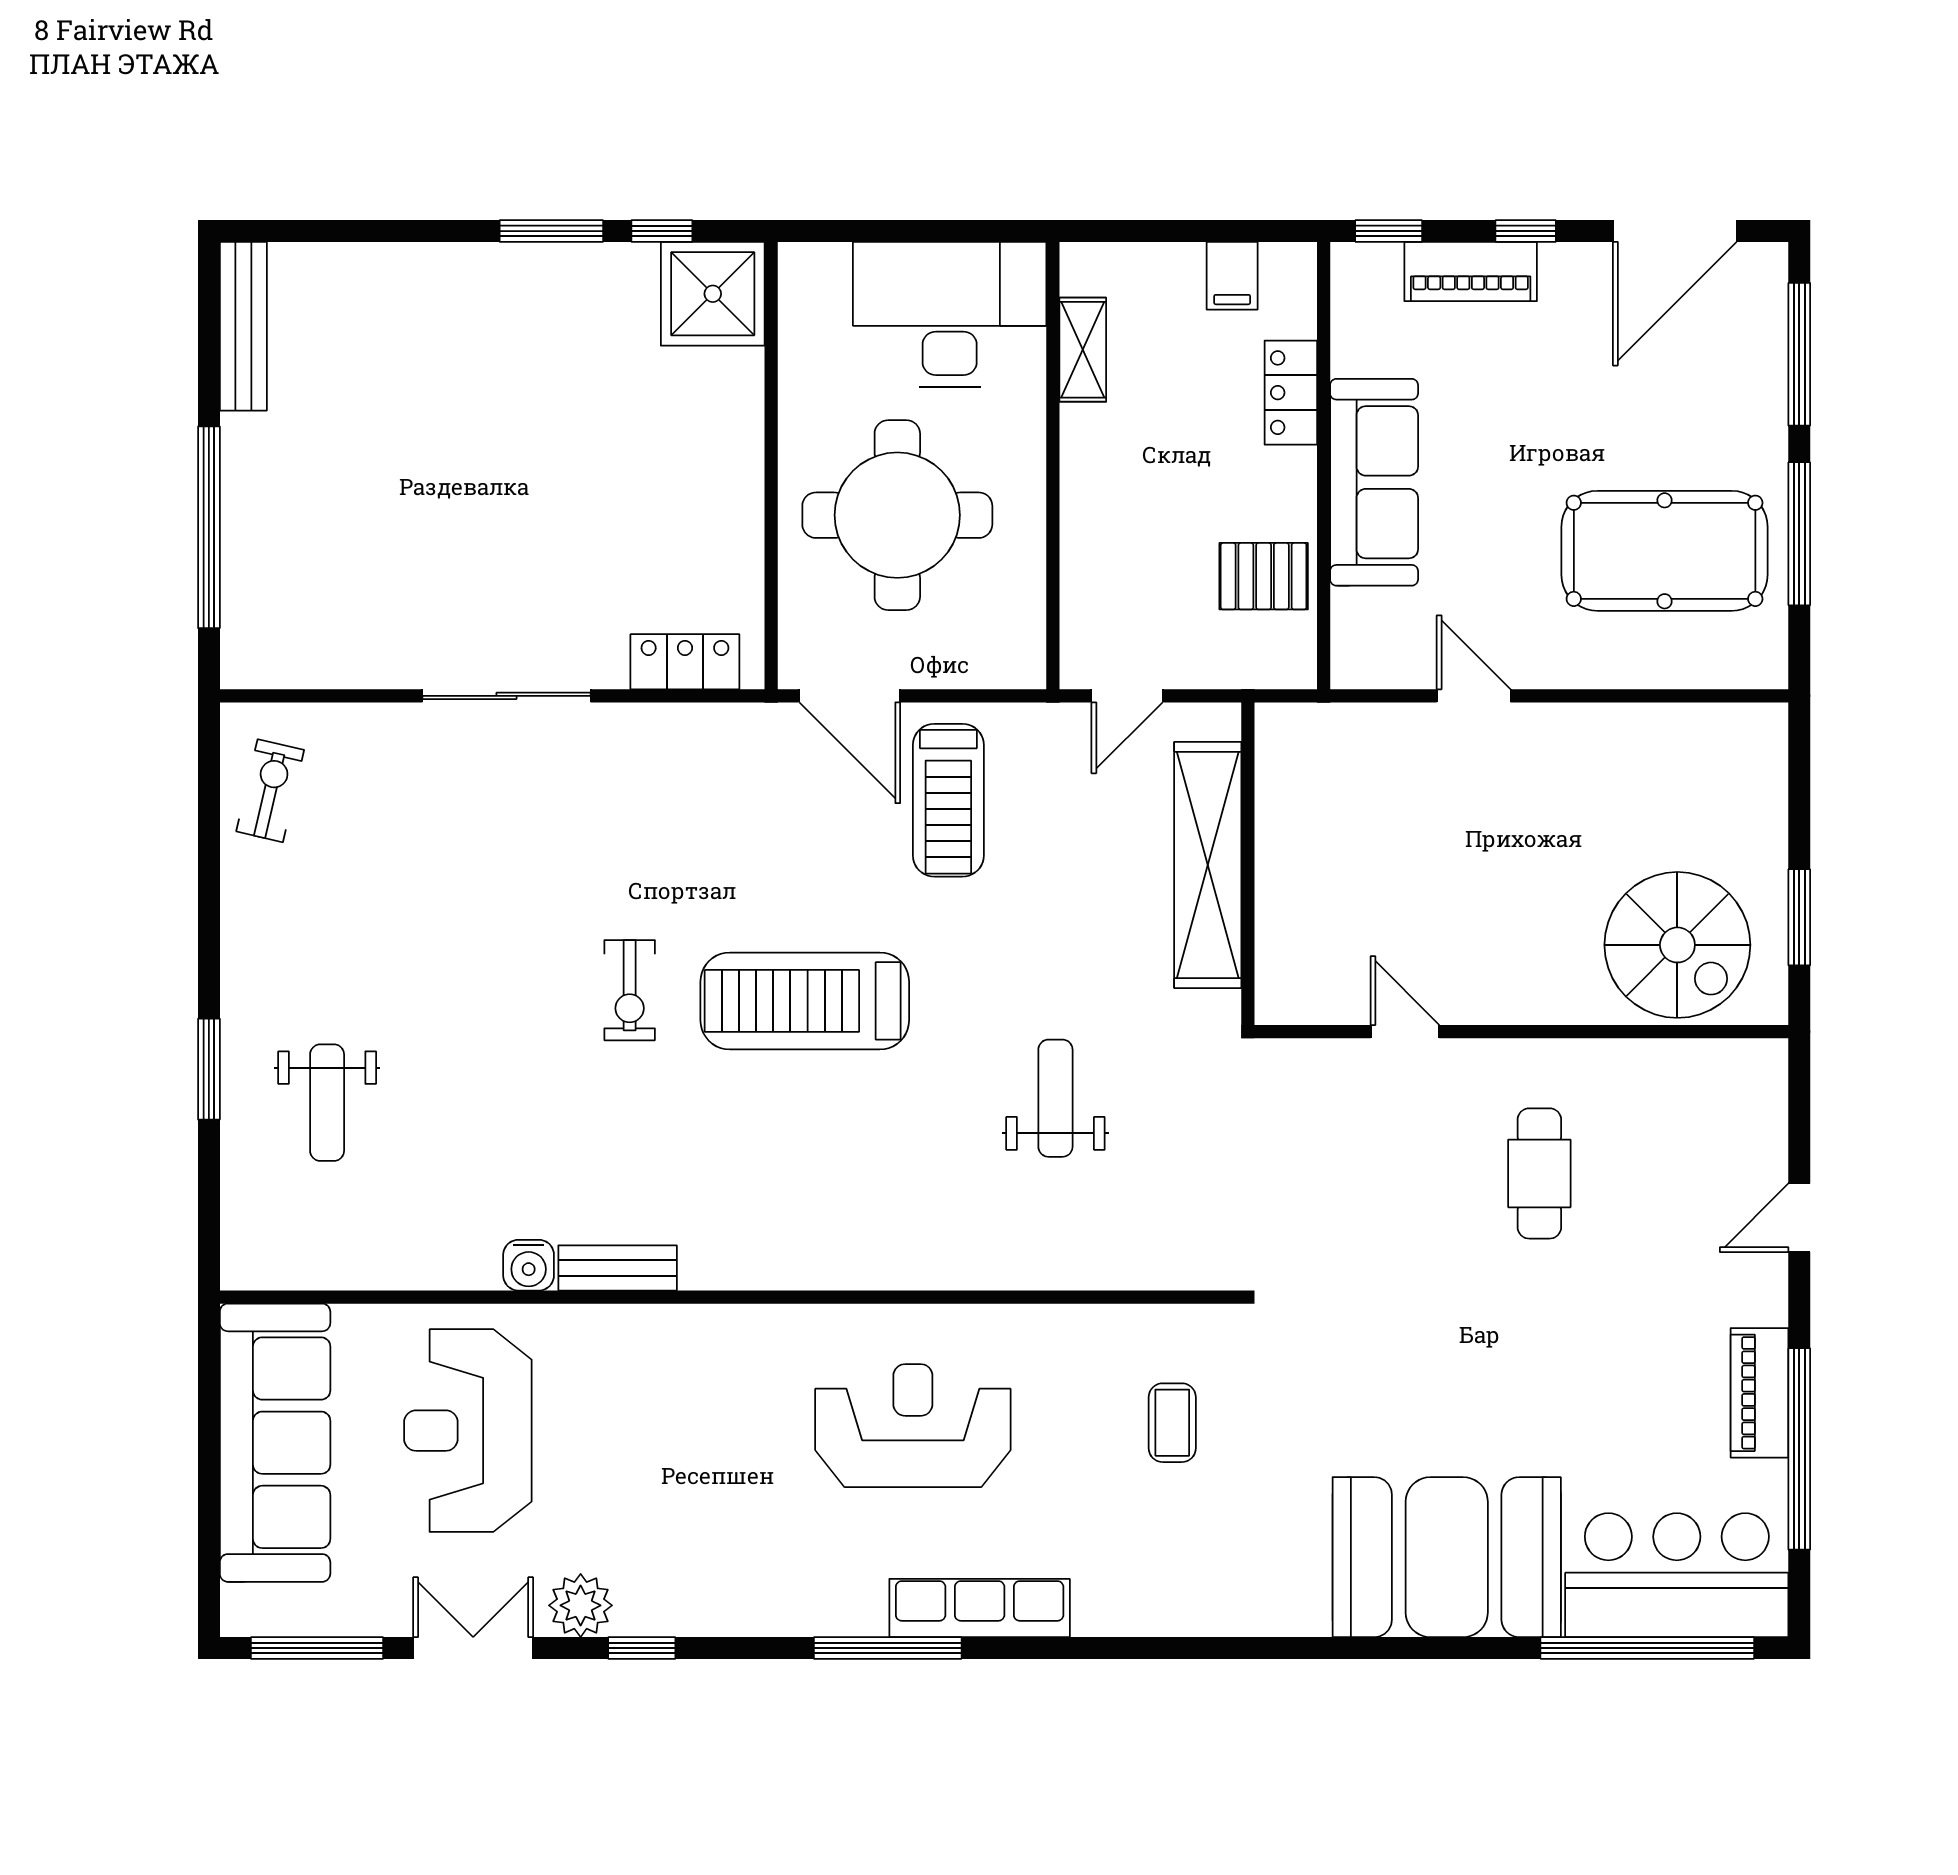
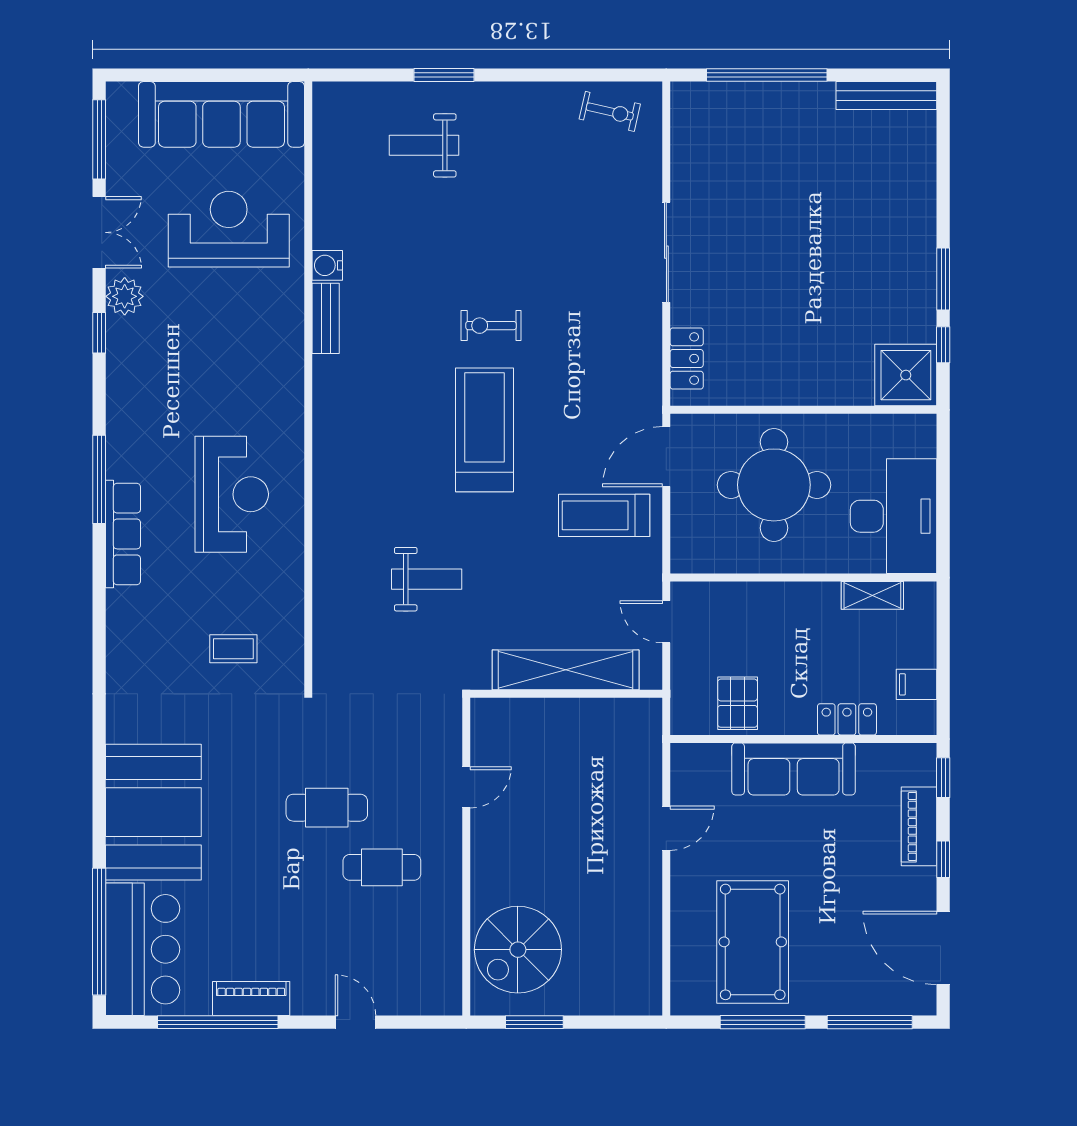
cafe table: (1439, 1266) -> (327, 808), added

